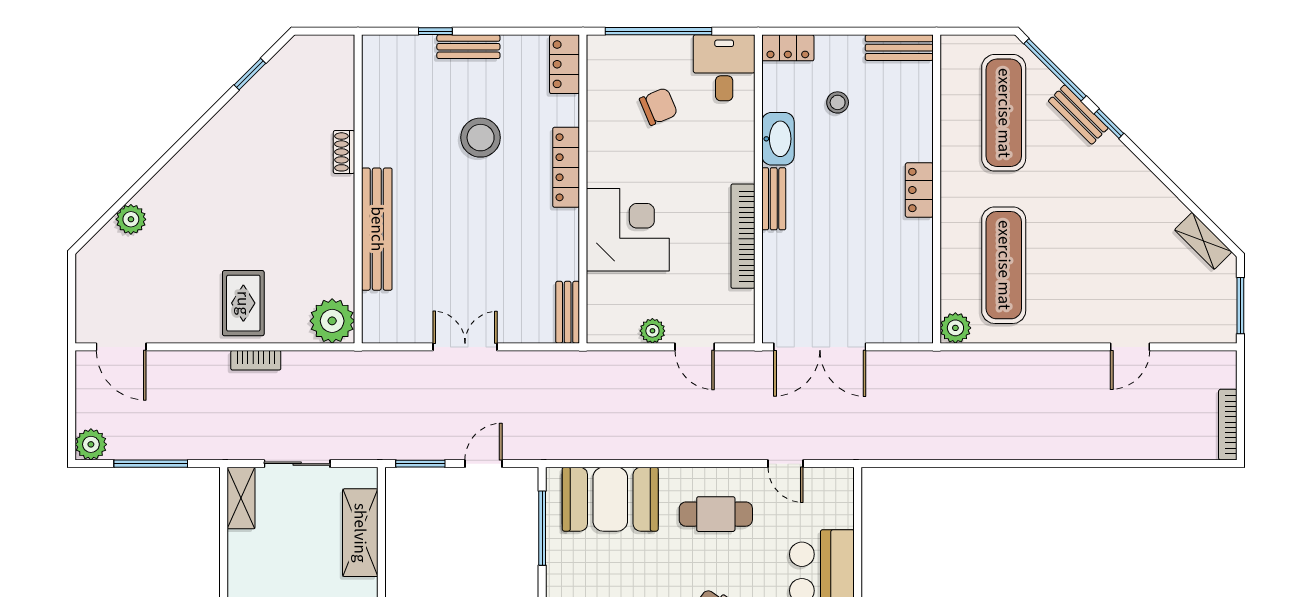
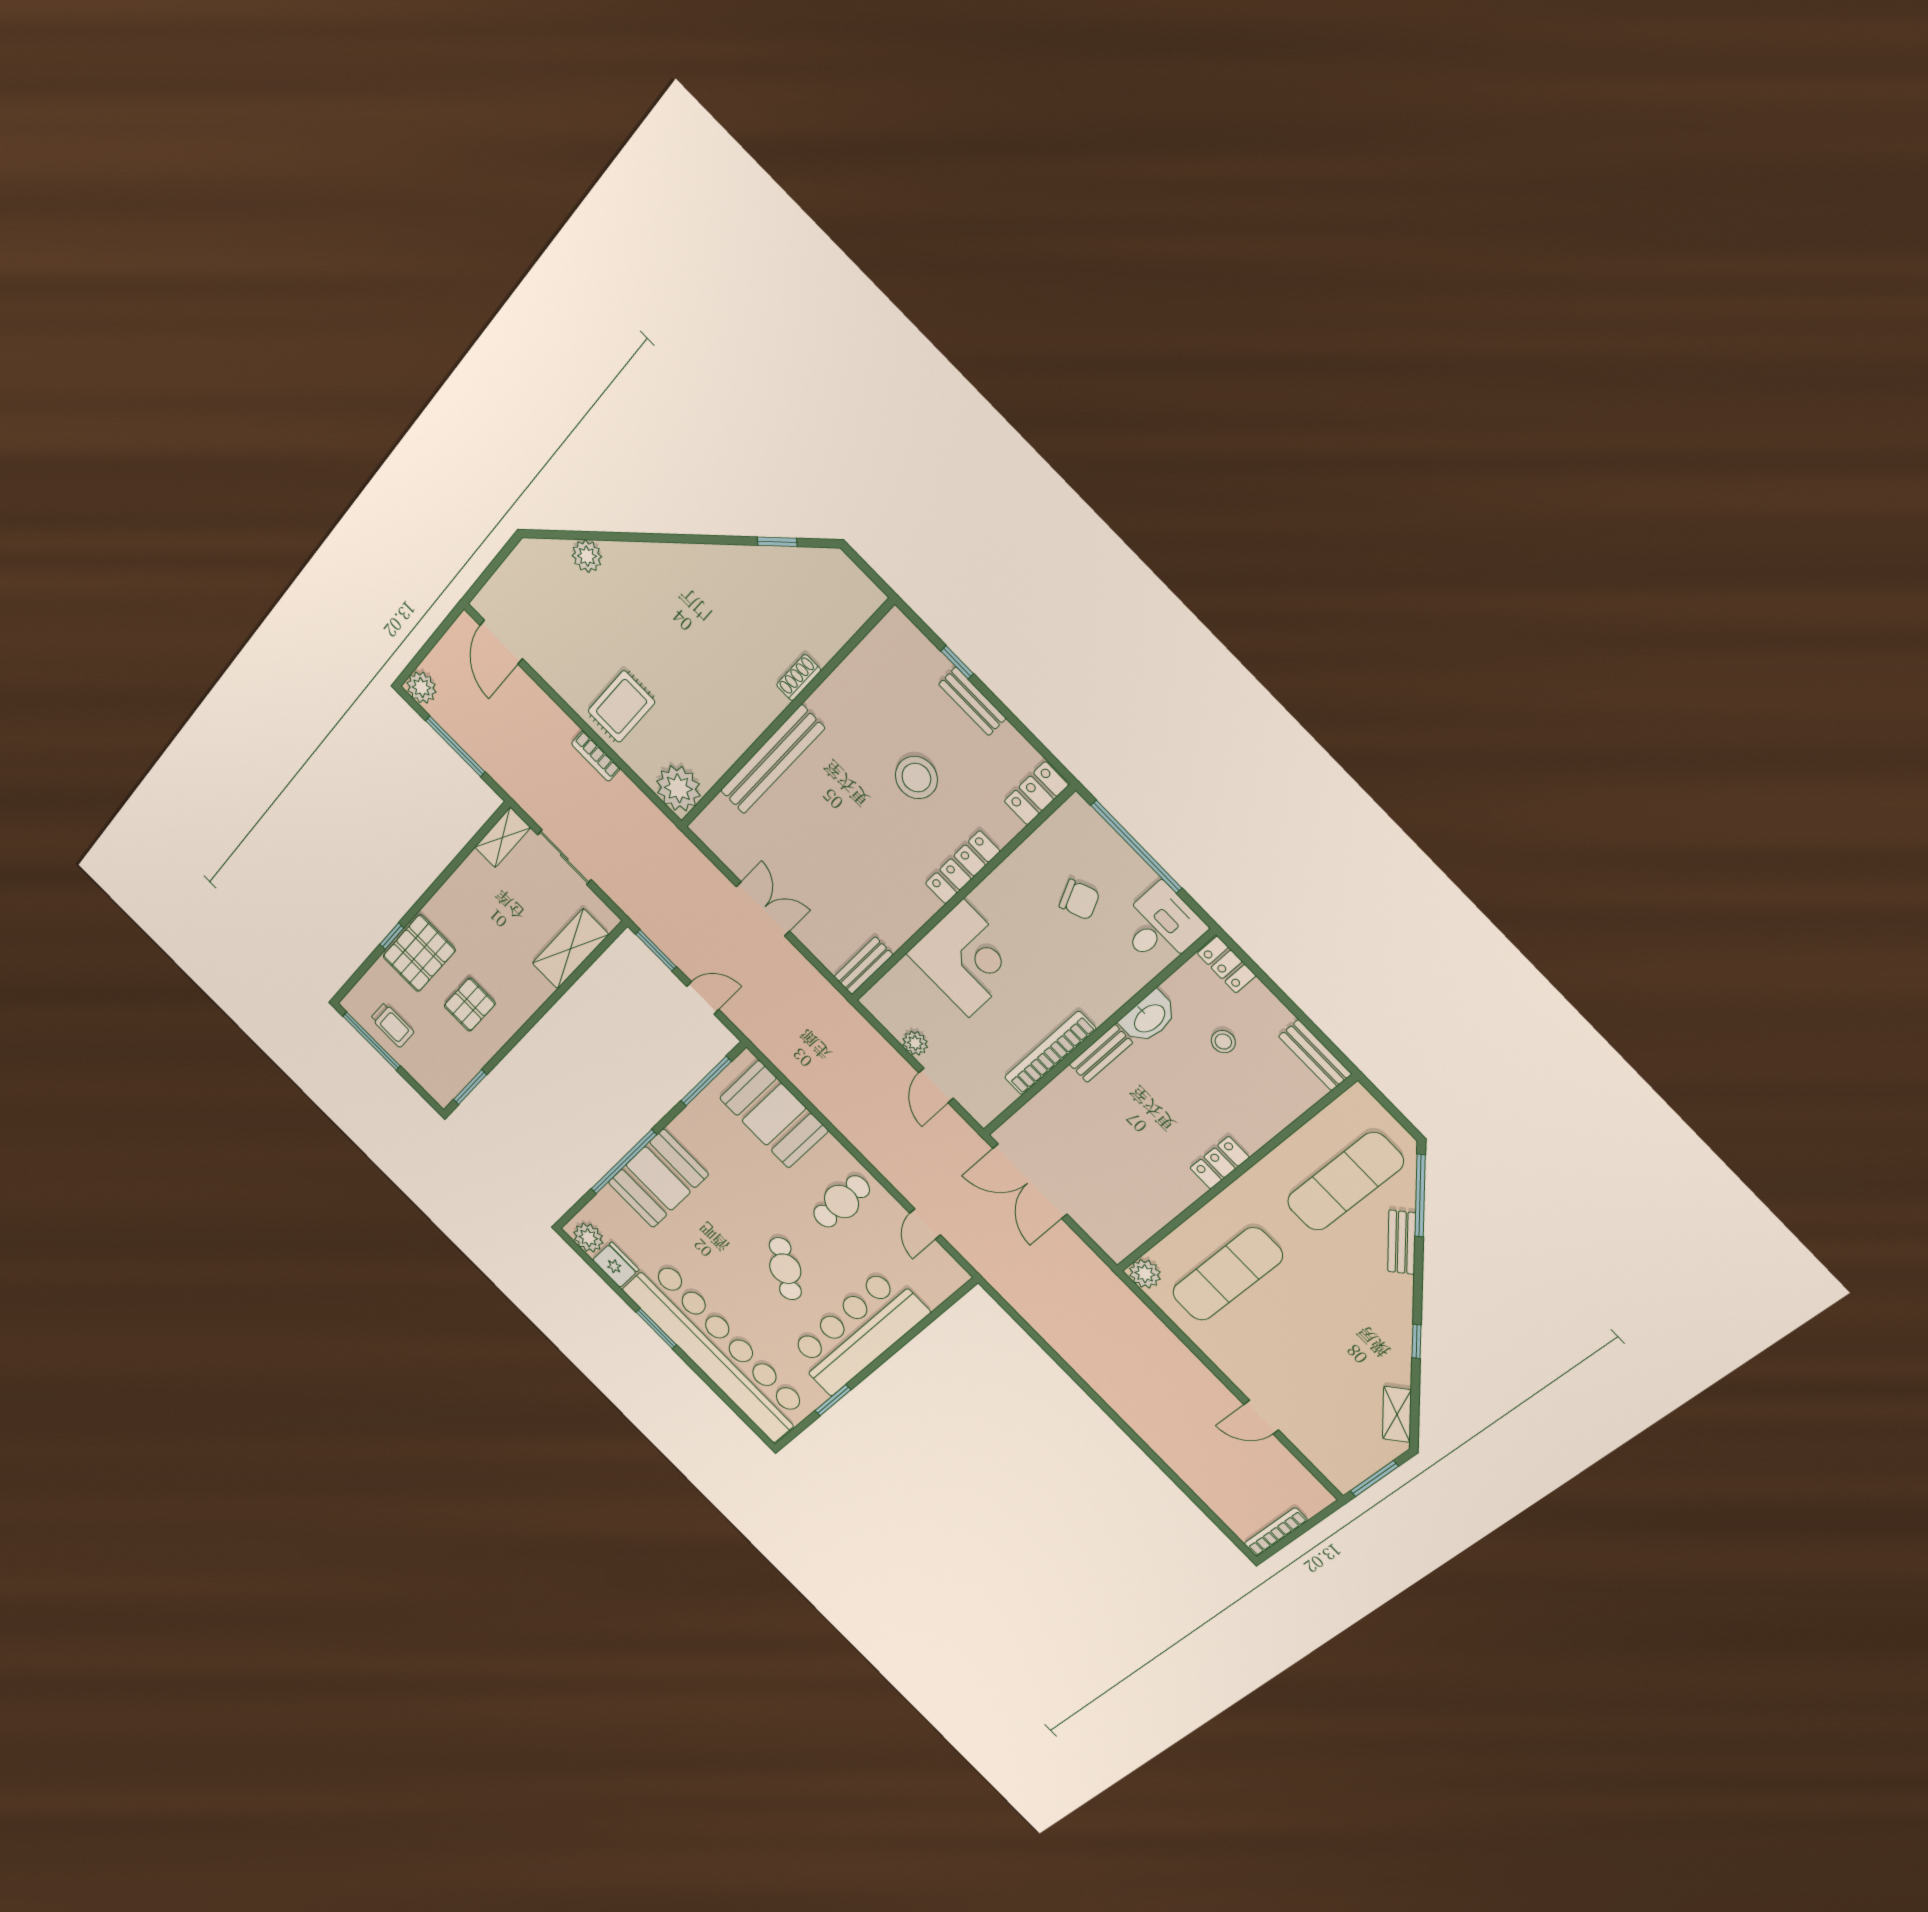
window: (1109, 124) -> (1416, 1341), moved
cafe table: (716, 514) -> (841, 1201), turned 90

